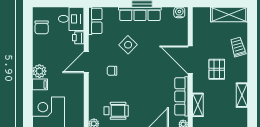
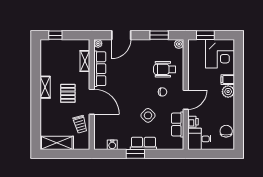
water cooler: (179, 12) -> (112, 145), moved
row of seats: (140, 14) -> (143, 143), width x0.68
row of seats: (95, 21) -> (178, 124), moved
trolley: (238, 47) -> (80, 124), moved
shelving: (242, 95) -> (45, 87), moved
wheelchair: (116, 111) -> (165, 69), moved

